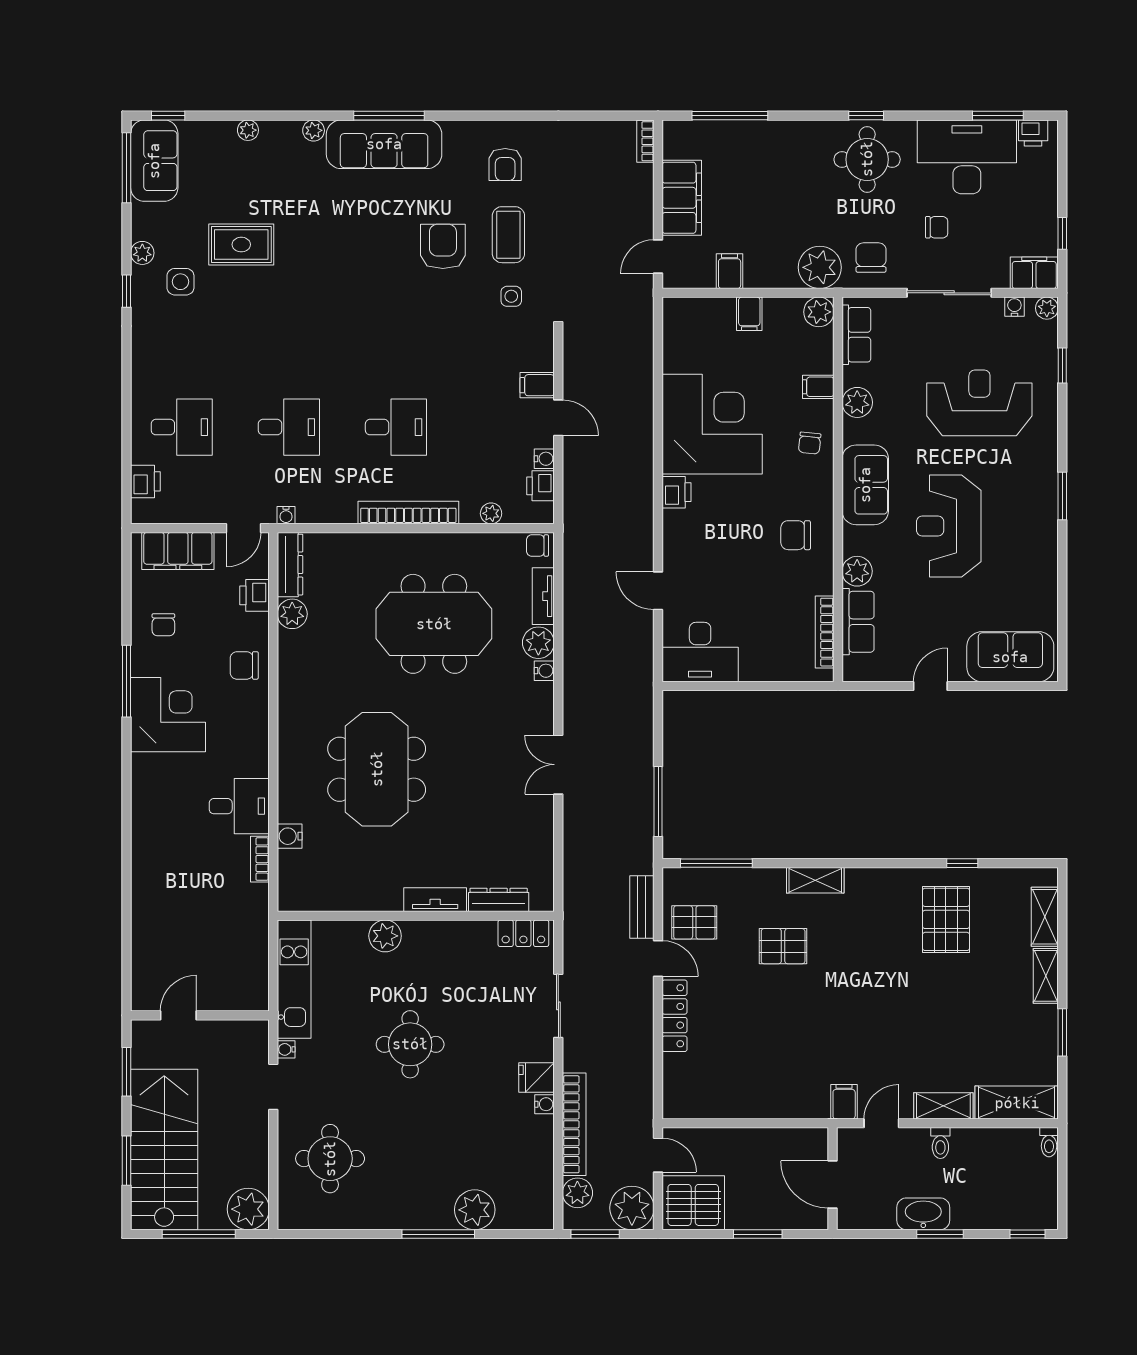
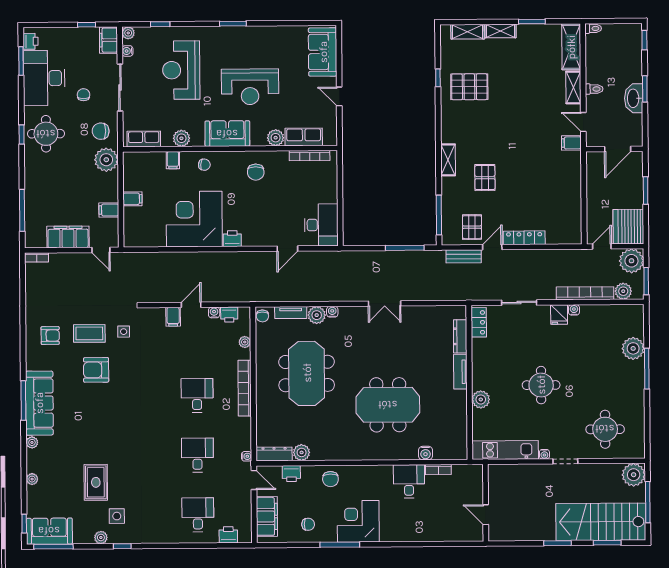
plant: (819, 312) -> (131, 160), removed
door: (178, 1015) -> (486, 515), moved
wall: (200, 1015) -> (486, 503), moved

